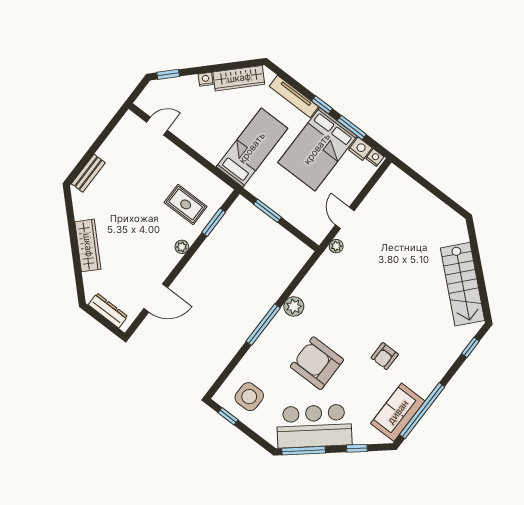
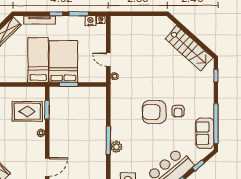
bed: (317, 149) -> (63, 61), moved, turned 180
rug: (186, 204) -> (27, 111), width x1.36, depth x1.43
plant: (294, 306) -> (116, 147), moved
armchair: (317, 363) -> (154, 112), moved

